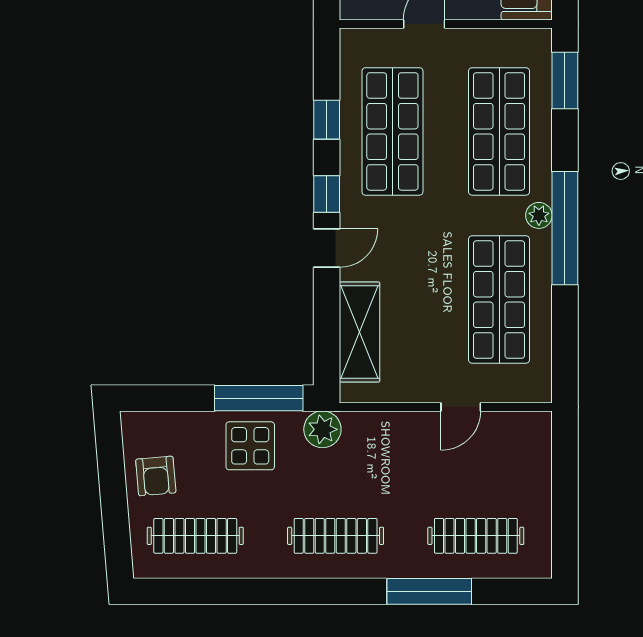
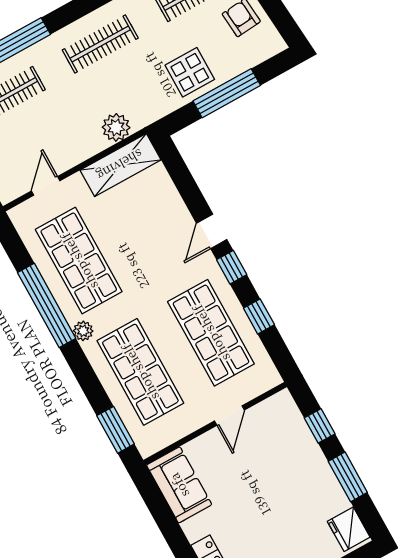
window: (565, 228) -> (47, 305), moved
shelving: (360, 332) -> (120, 165), moved, turned 90
window: (259, 398) -> (227, 93), moved
door: (461, 407) -> (46, 186), moved
plant: (322, 429) -> (116, 127), moved

